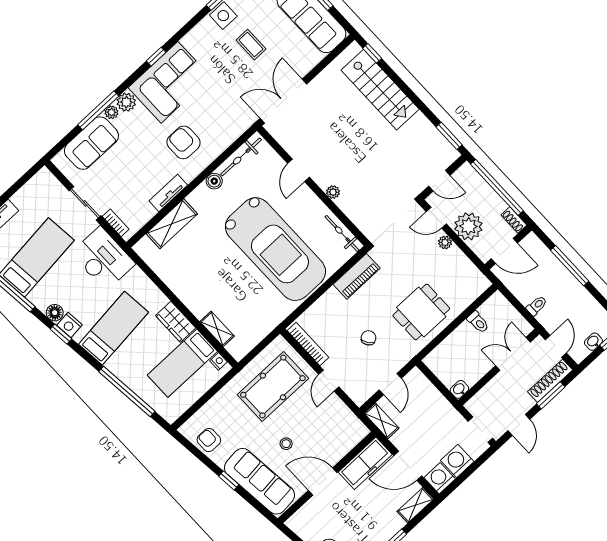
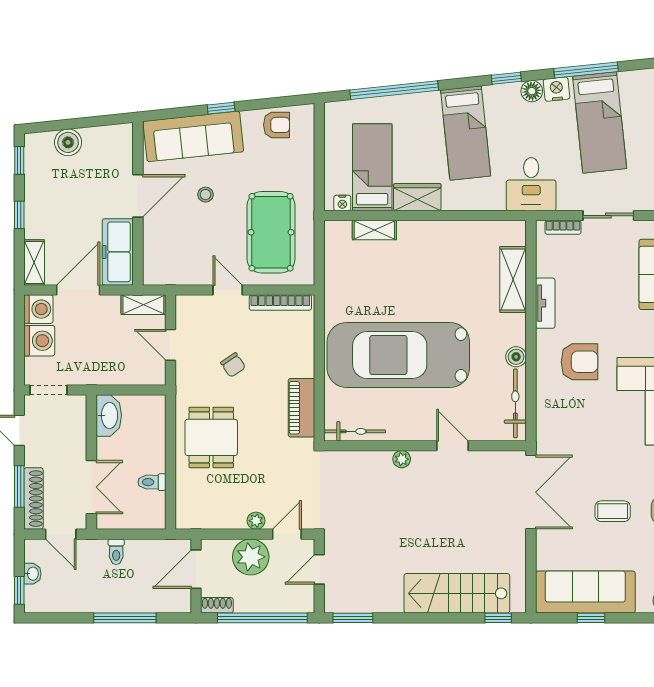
desk: (103, 259) -> (531, 184), width x0.73
nightstand: (70, 325) -> (557, 89), moved
washbasin: (459, 389) -> (109, 415), width x1.91, depth x1.45

